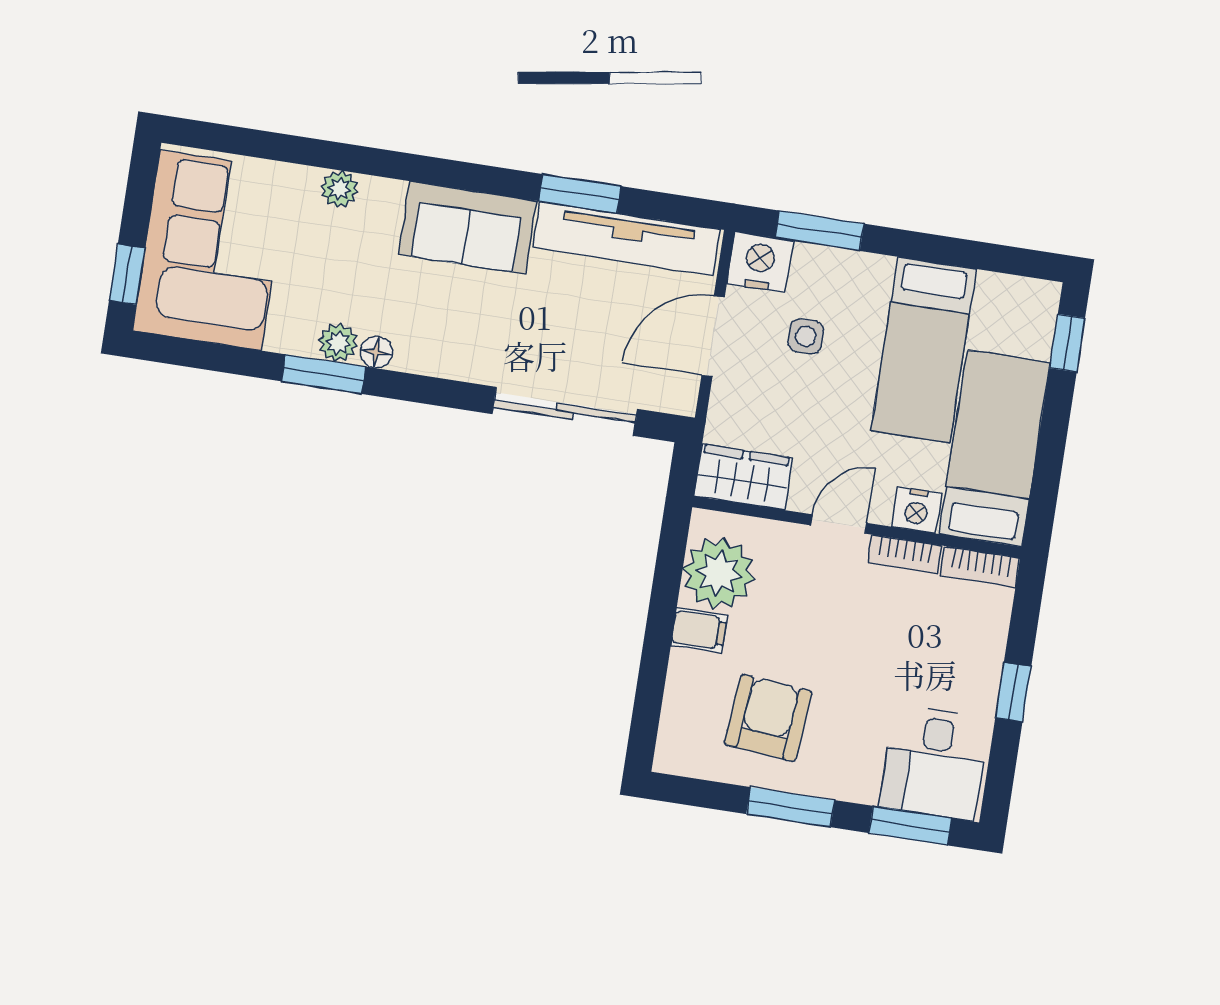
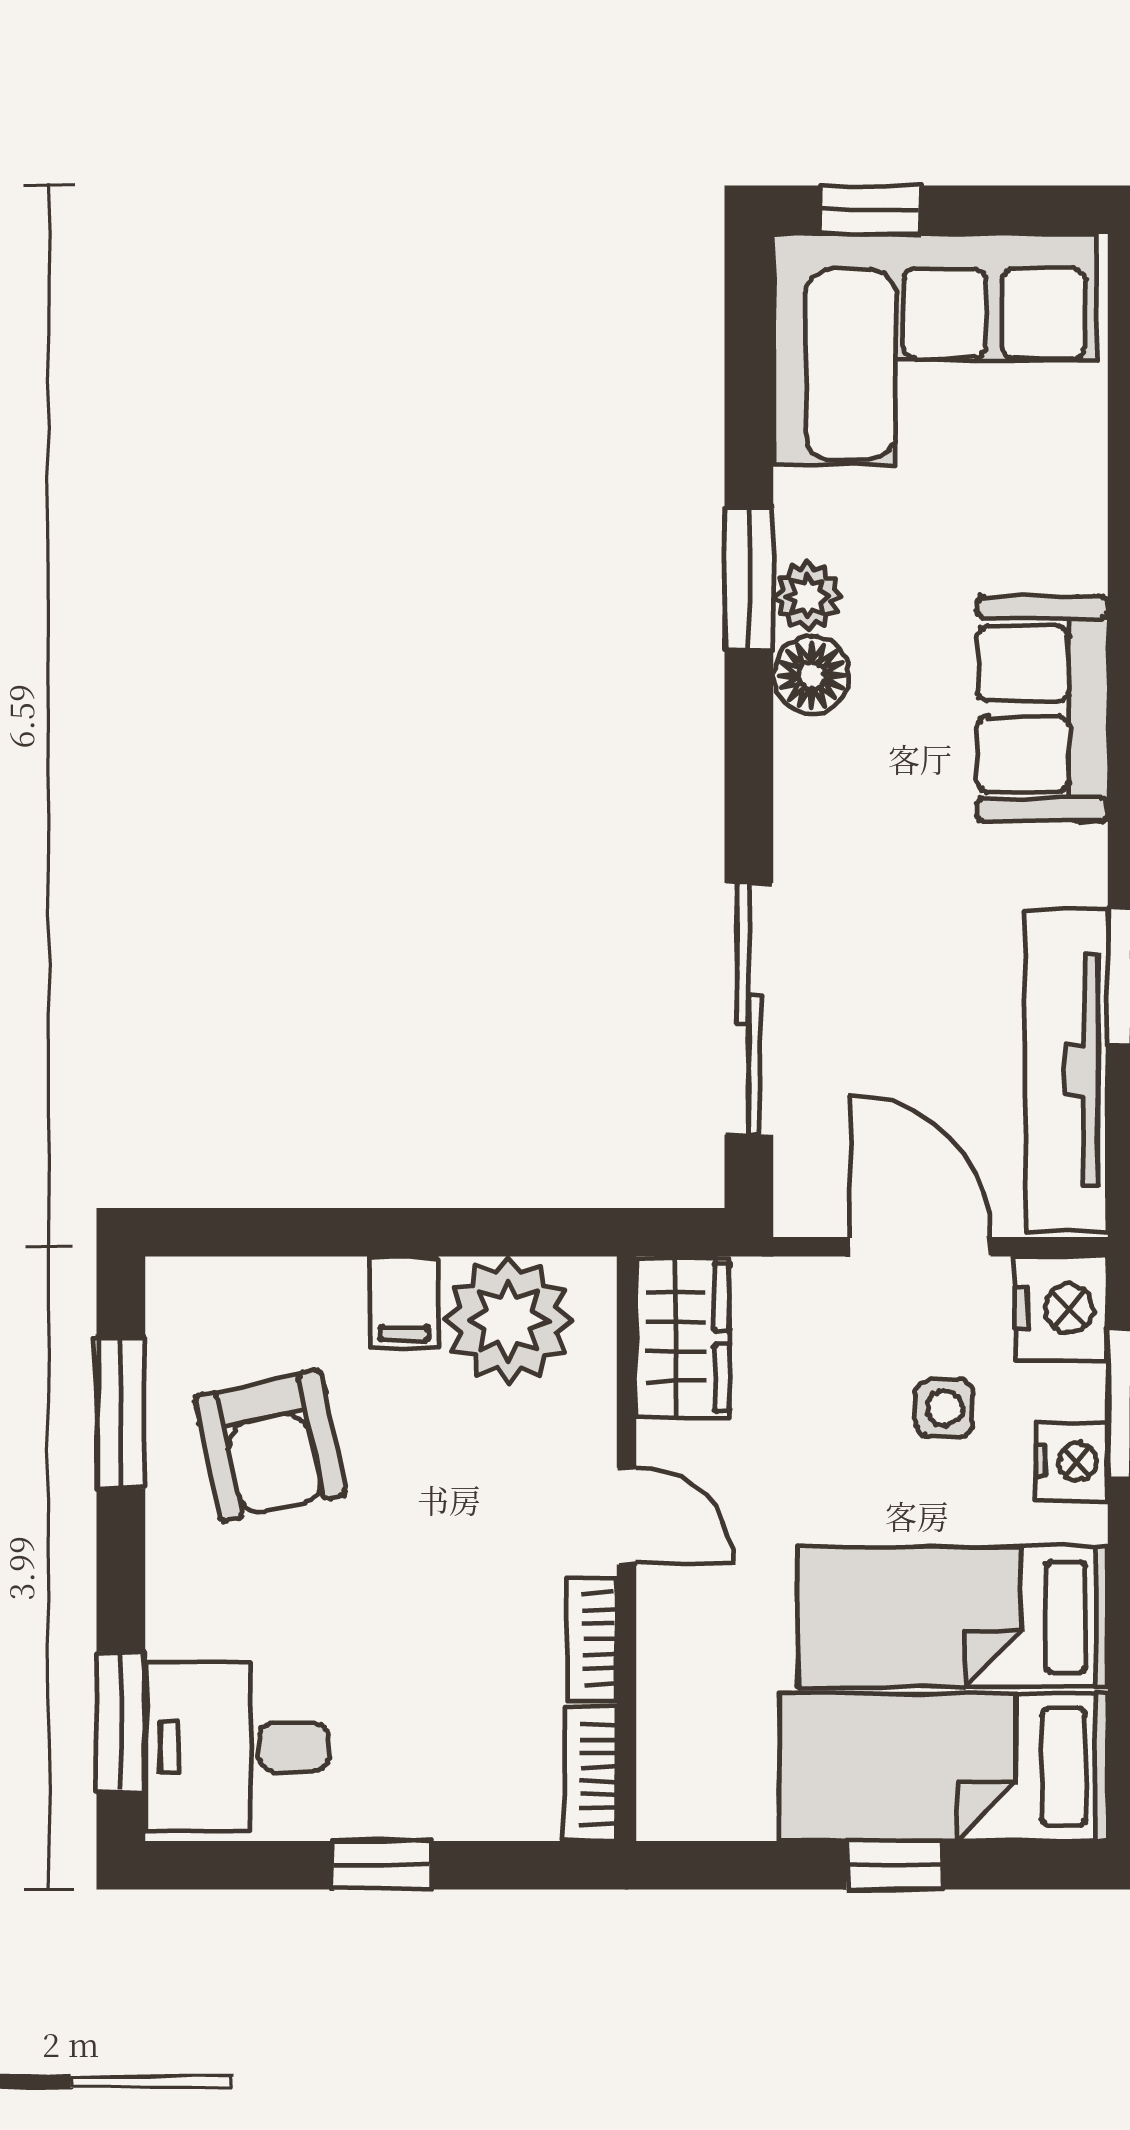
plant: (339, 189) -> (1075, 557), removed
sofa: (468, 228) -> (1043, 709), moved
window: (1067, 343) -> (895, 1865), moved
floor lamp: (376, 352) -> (812, 675), width x1.37, depth x1.37
bed: (995, 448) -> (944, 1767), moved, turned 180
nightstand: (916, 510) -> (1072, 1461), moved, turned 180
armchair: (768, 718) -> (270, 1446), turned 73
window: (791, 807) -> (121, 1413), moved

